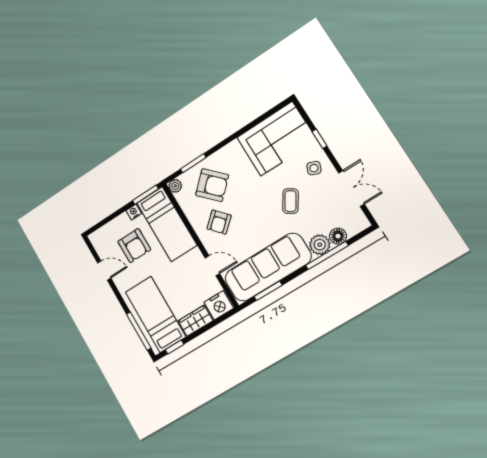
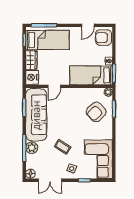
armchair: (219, 222) -> (75, 104), removed
floor lamp: (338, 236) -> (31, 174), moved
armchair: (134, 246) -> (103, 38), moved

